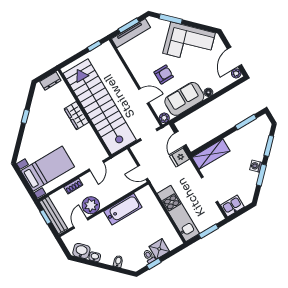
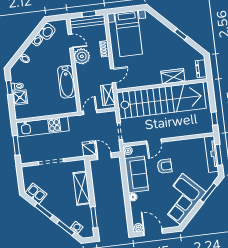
armchair: (164, 74) -> (165, 166), turned -91
wardrobe: (76, 116) -> (173, 76), moved
shelving: (211, 154) -> (82, 188), moved
wardrobe: (118, 162) -> (108, 95), added
door: (96, 166) -> (113, 76), swing flipped
washing machine: (256, 166) -> (77, 228), moved
kitchen sink: (232, 206) -> (36, 193), moved, turned -45

